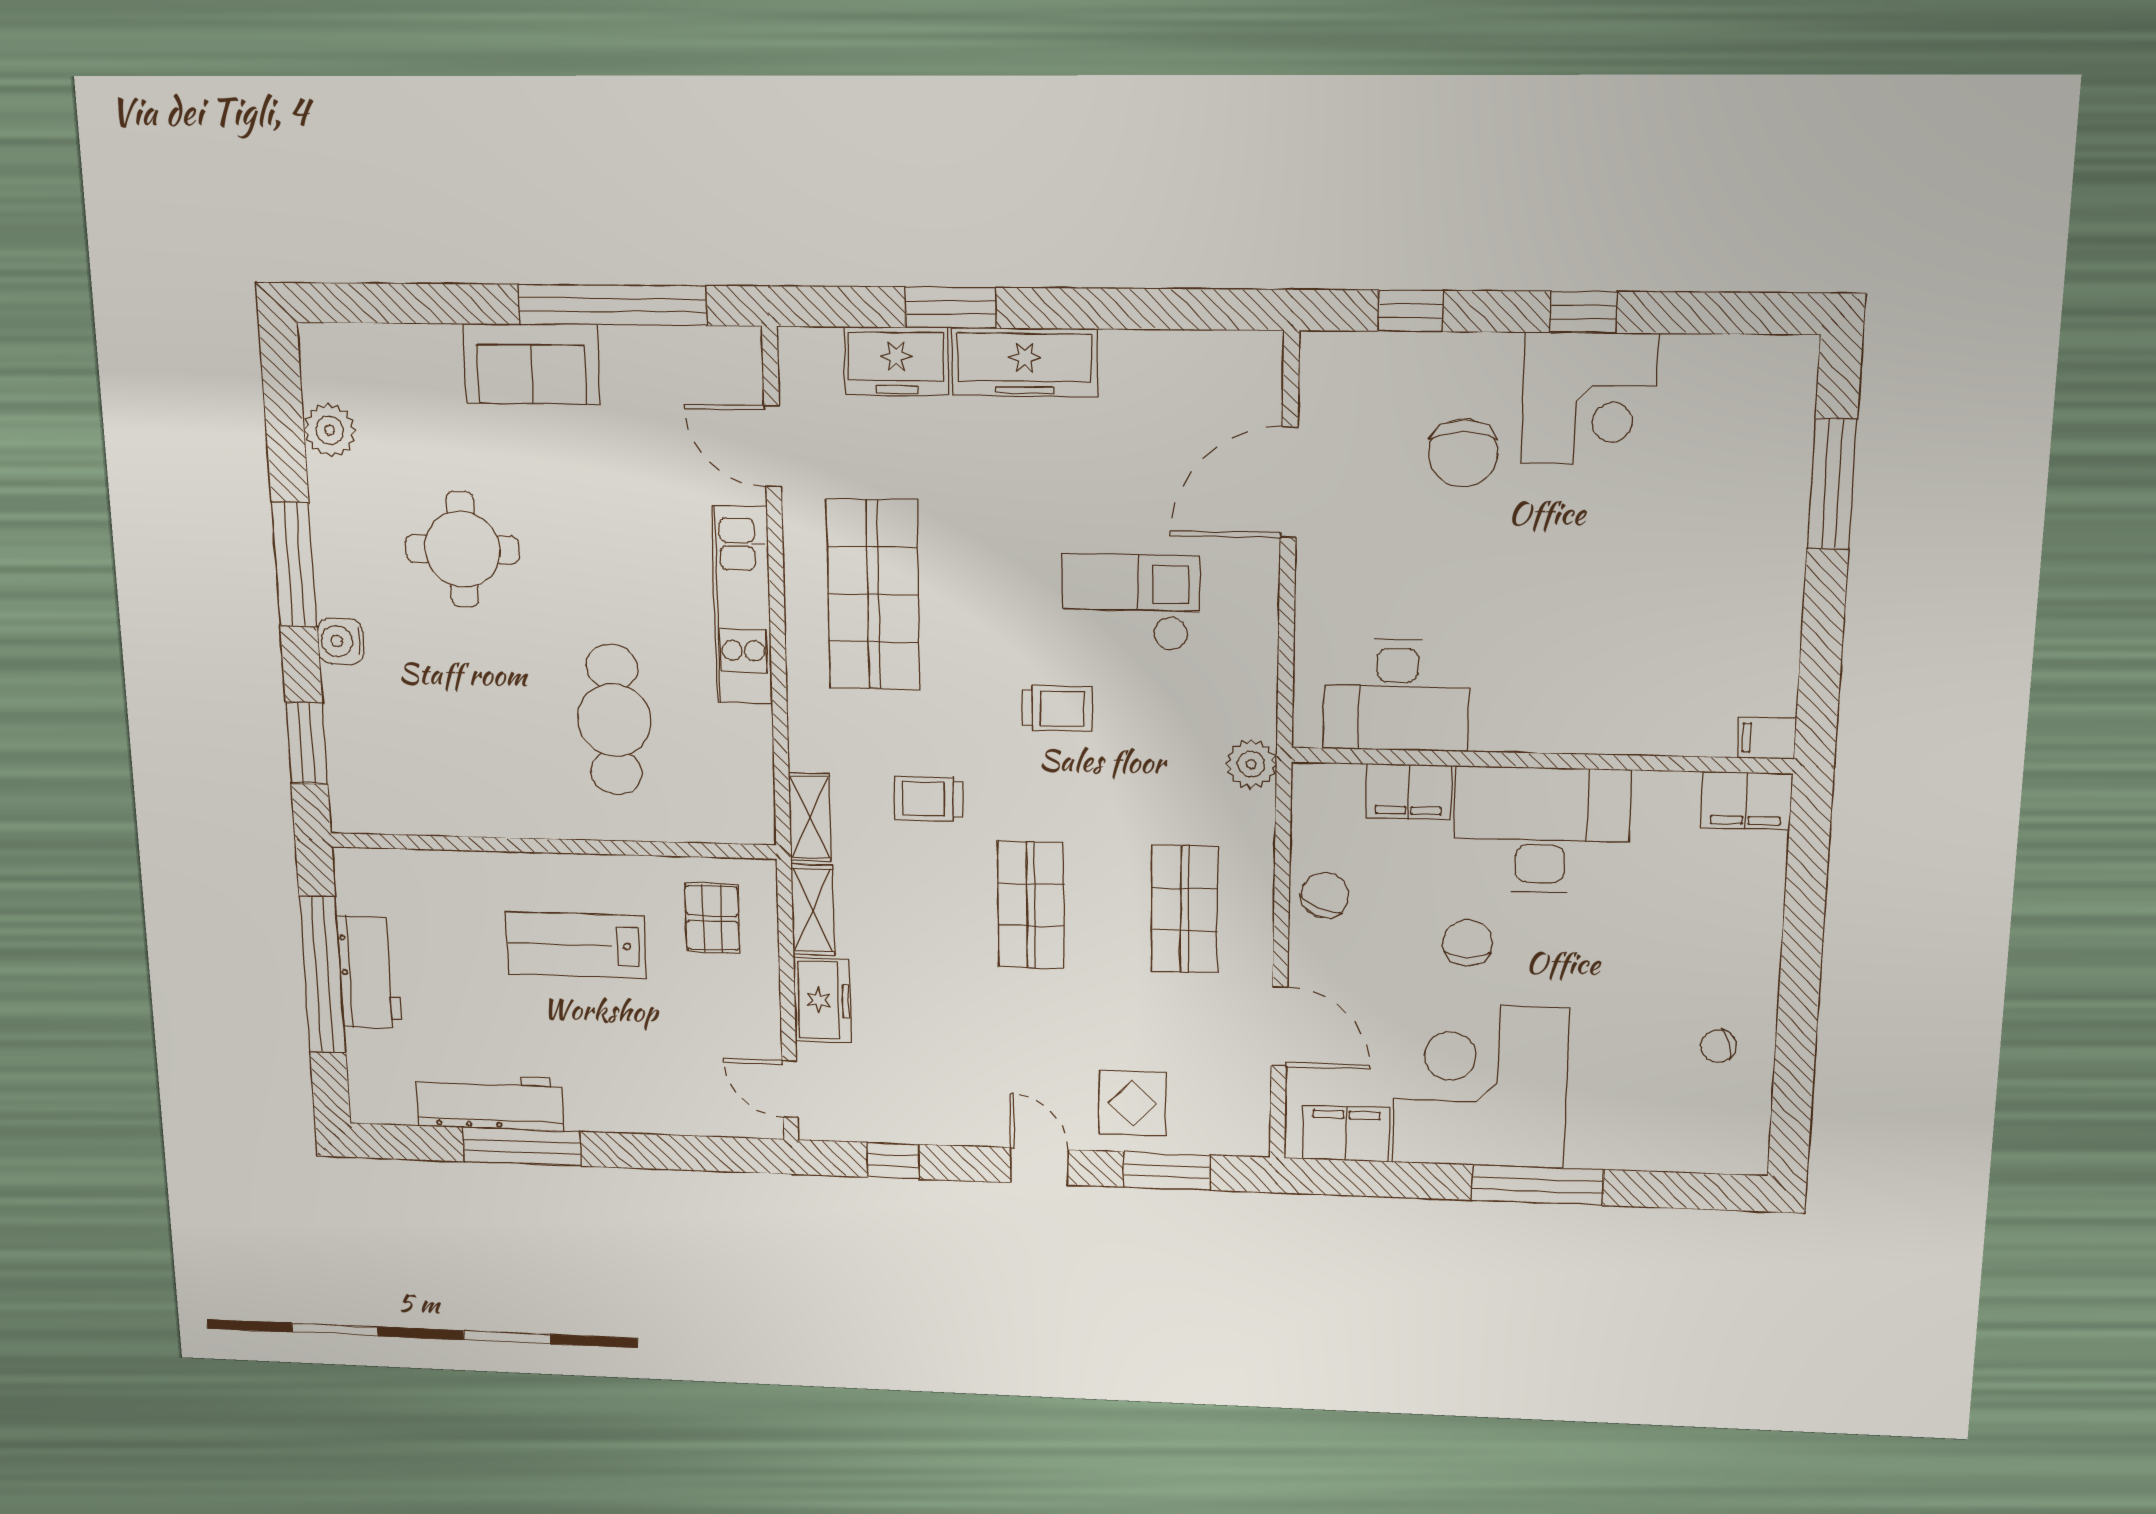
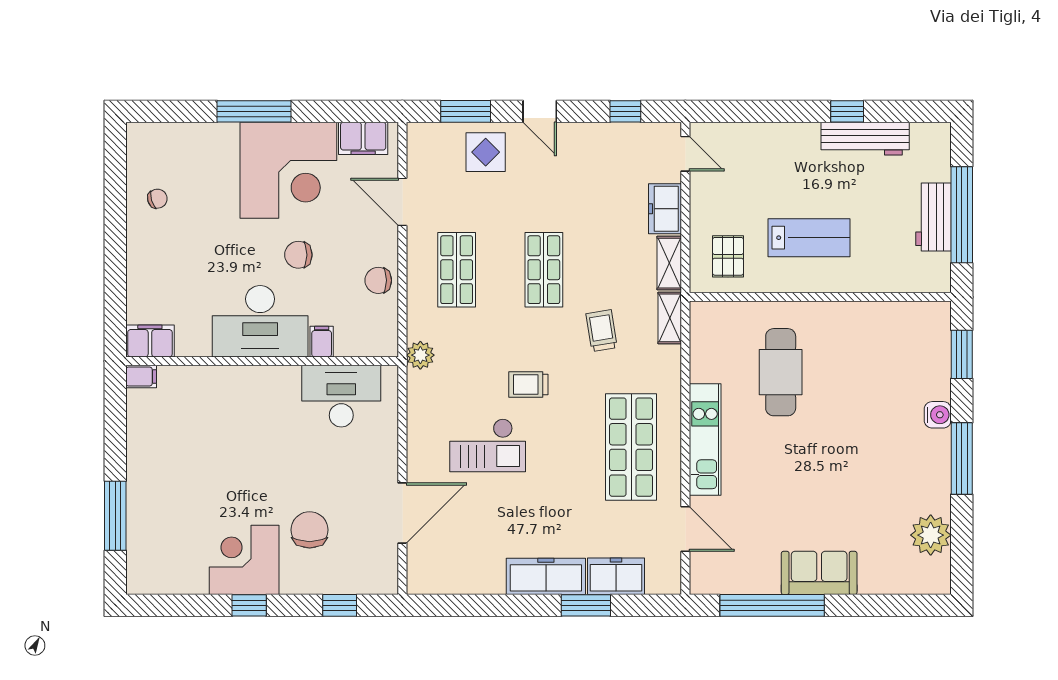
plant: (330, 430) -> (931, 535), width x1.36, depth x1.36
round table: (462, 549) -> (864, 469), removed
filing cabinet: (1409, 792) -> (322, 342), width x0.50
trolley: (928, 799) -> (602, 331), turned -99
chair: (1325, 895) -> (378, 280), turned 66
chair: (1467, 943) -> (298, 255), turned 90
window: (522, 1147) -> (847, 111), width x0.46

